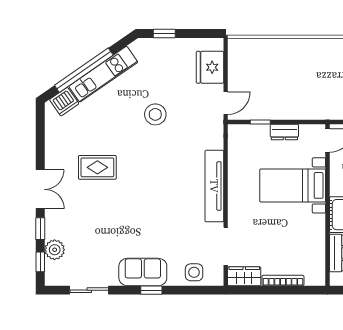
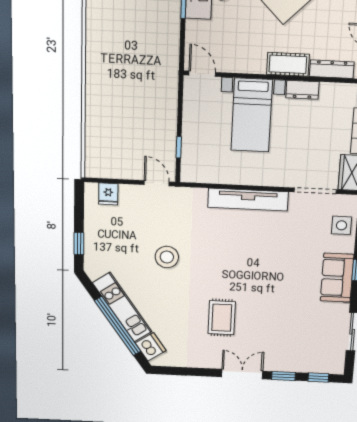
fridge: (210, 67) -> (108, 194), width x0.53, depth x0.75
dresser: (284, 132) -> (302, 90), moved, turned 90
plant: (55, 250) -> (307, 363), removed

